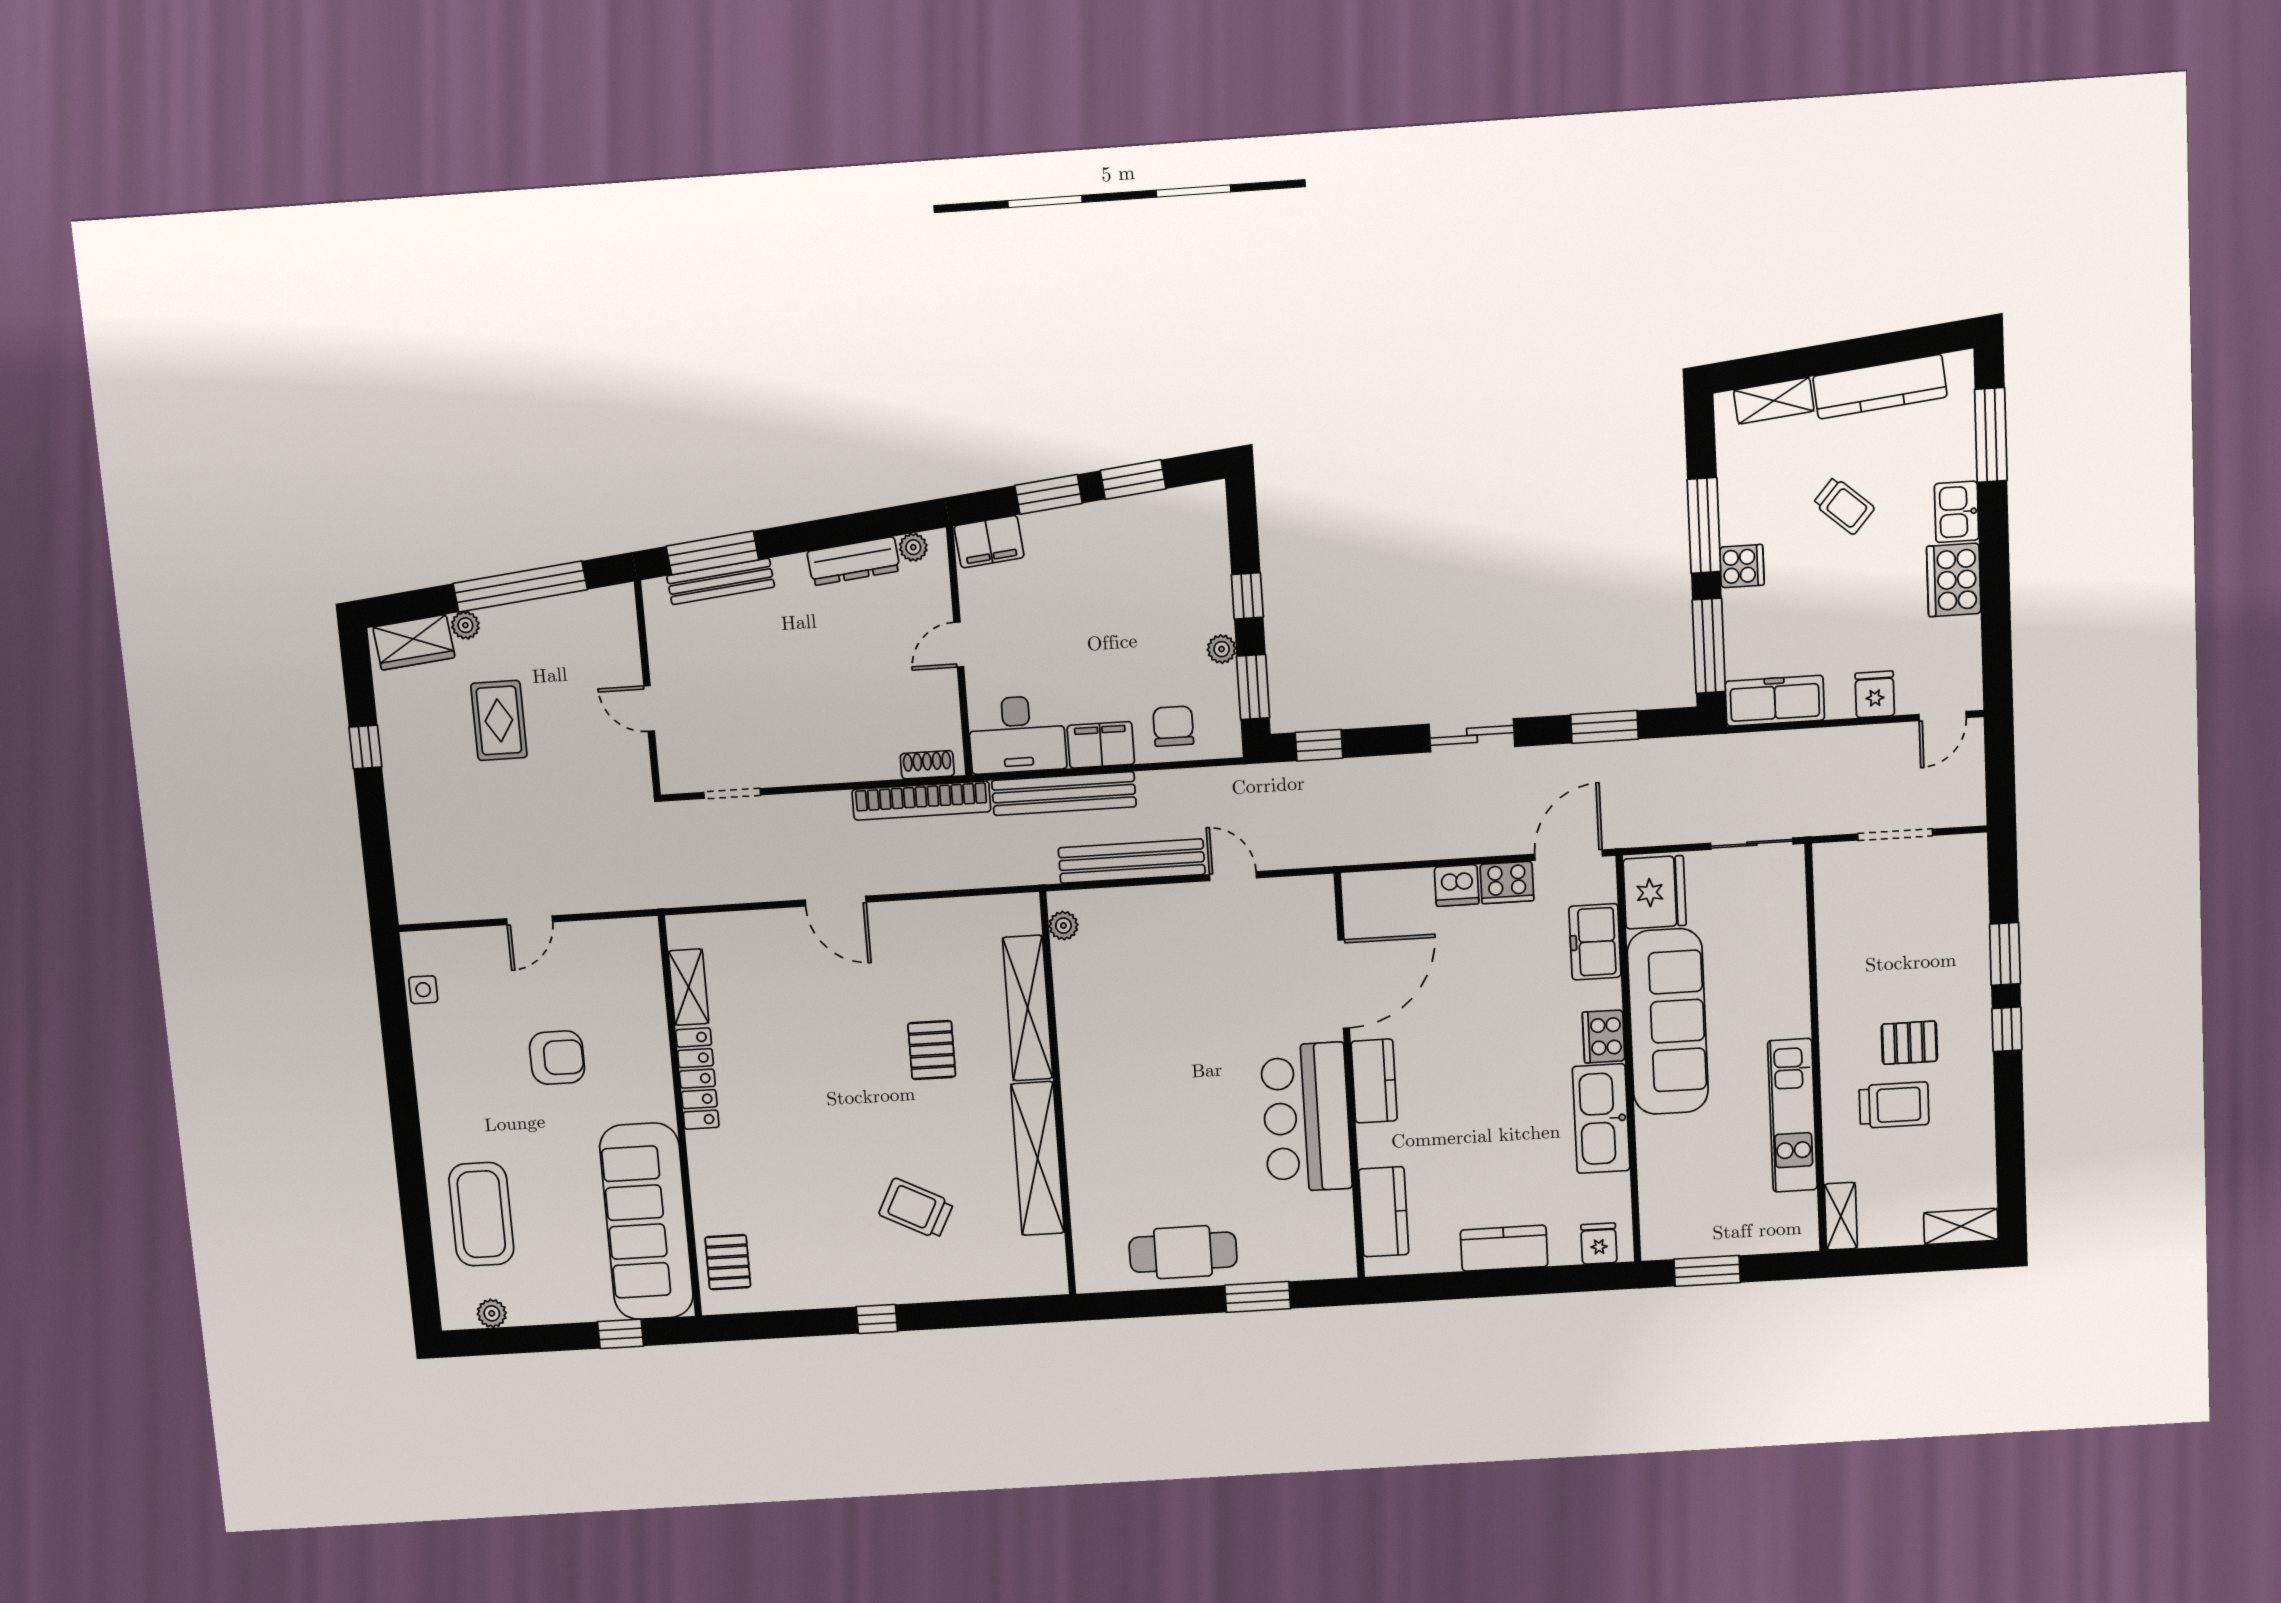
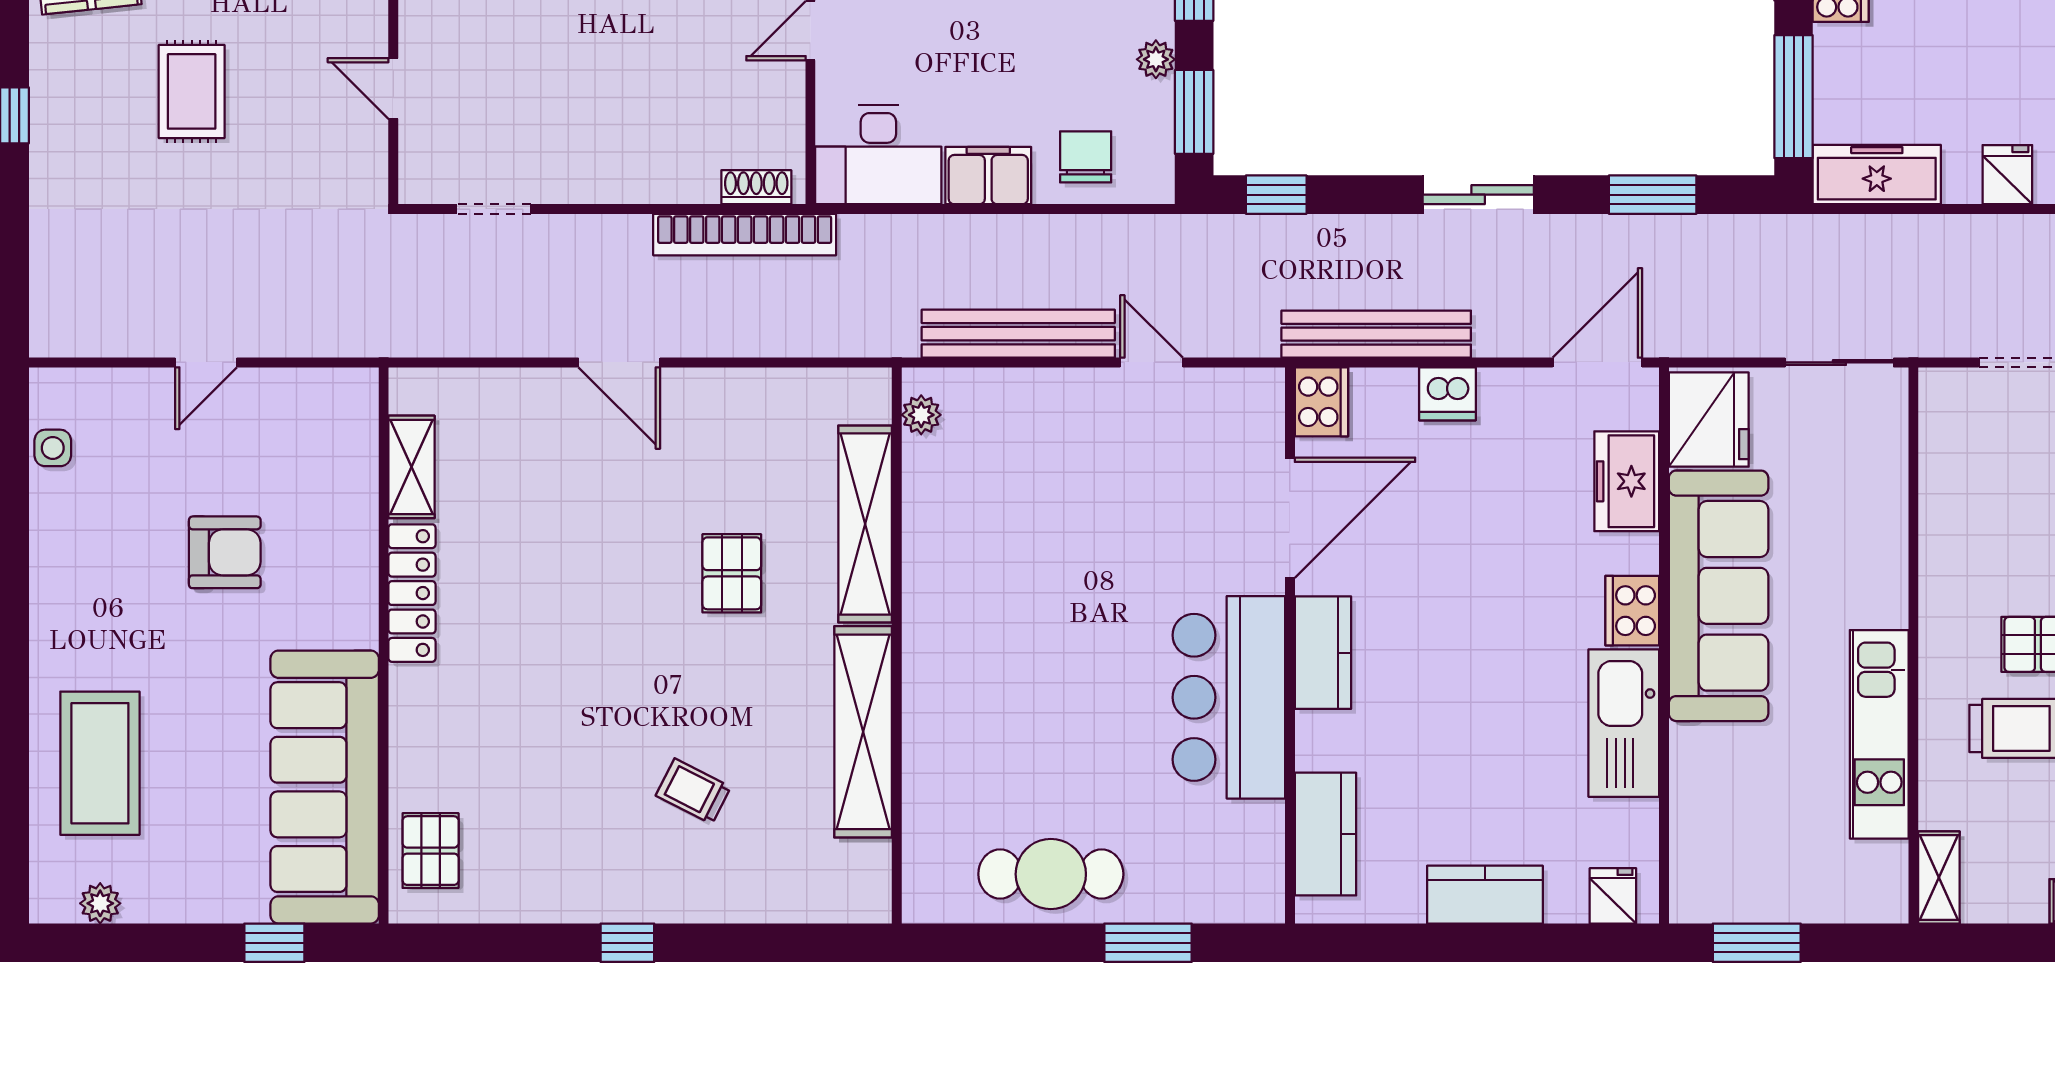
bench: (1064, 794) -> (1376, 334), moved
cooker: (1507, 882) -> (1321, 402), moved, turned -90
trolley: (916, 1209) -> (693, 791), width x0.73, depth x0.72

